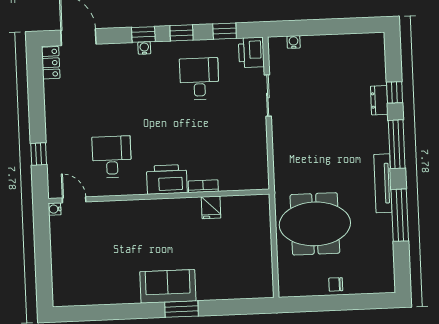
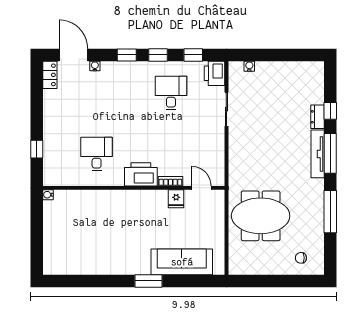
water cooler: (144, 48) -> (95, 66), moved
tv unit: (383, 183) -> (318, 154), moved
door: (74, 200) -> (201, 188), moved
chair: (336, 284) -> (301, 258), moved
sofa: (168, 286) -> (182, 262), moved, width x1.36

